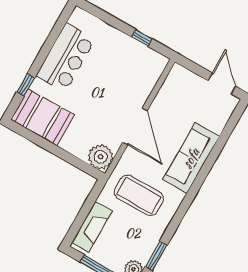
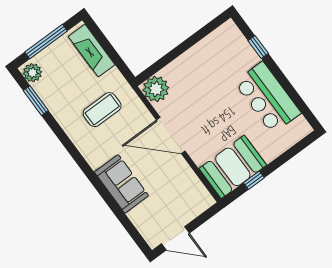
booth: (42, 117) -> (233, 167), moved
sofa: (191, 158) -> (122, 184), width x0.73
coffee table: (139, 195) -> (102, 110), width x0.73, depth x0.76

